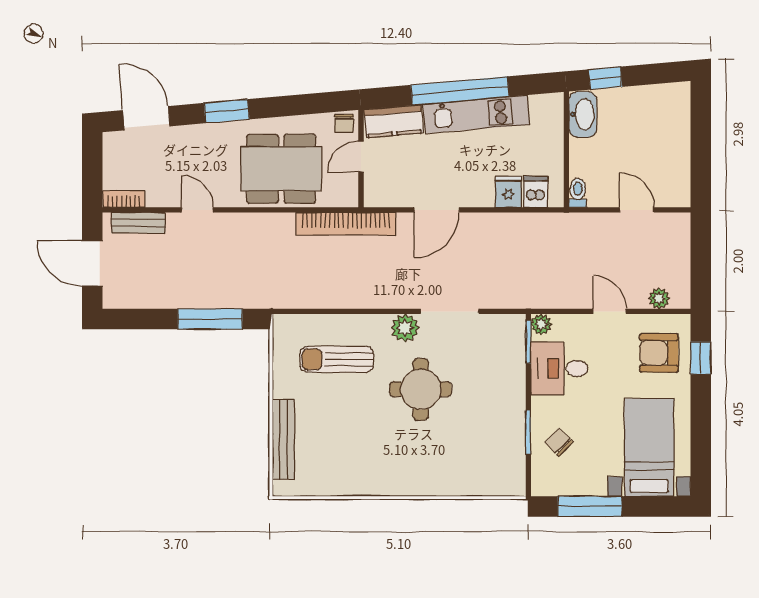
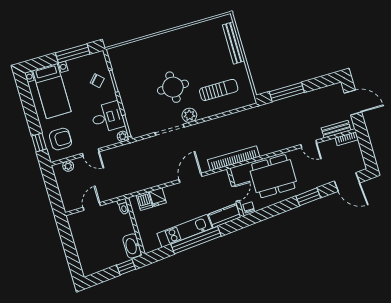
door: (637, 210) -> (92, 207), swing flipped

